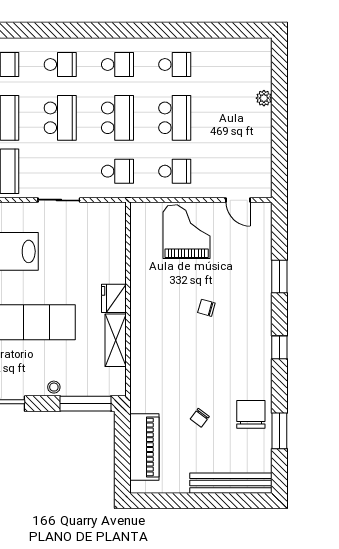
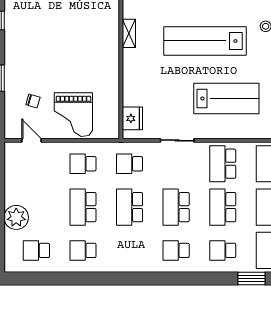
school desk: (117, 65) -> (36, 250), moved
plant: (264, 98) -> (16, 217), width x1.88, depth x1.88
fridge: (114, 298) -> (132, 118), moved
chair: (206, 308) -> (33, 101), moved
shelving: (116, 340) -> (129, 33), width x0.67, depth x0.75

